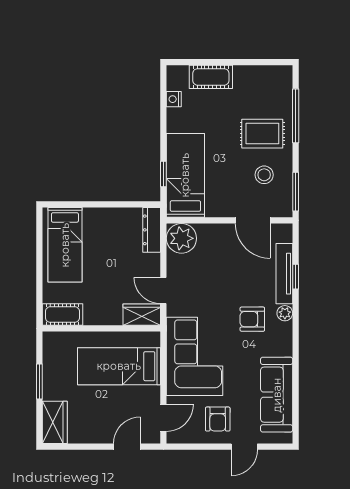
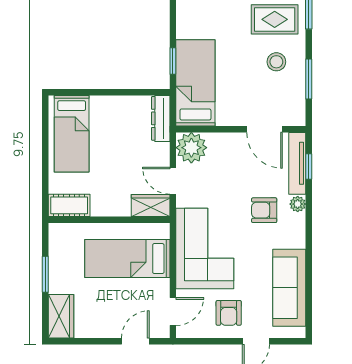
bed: (185, 175) -> (195, 83), moved
wall: (230, 220) -> (241, 129), moved
door: (253, 220) -> (265, 129), moved
plant: (181, 238) -> (191, 148), moved

